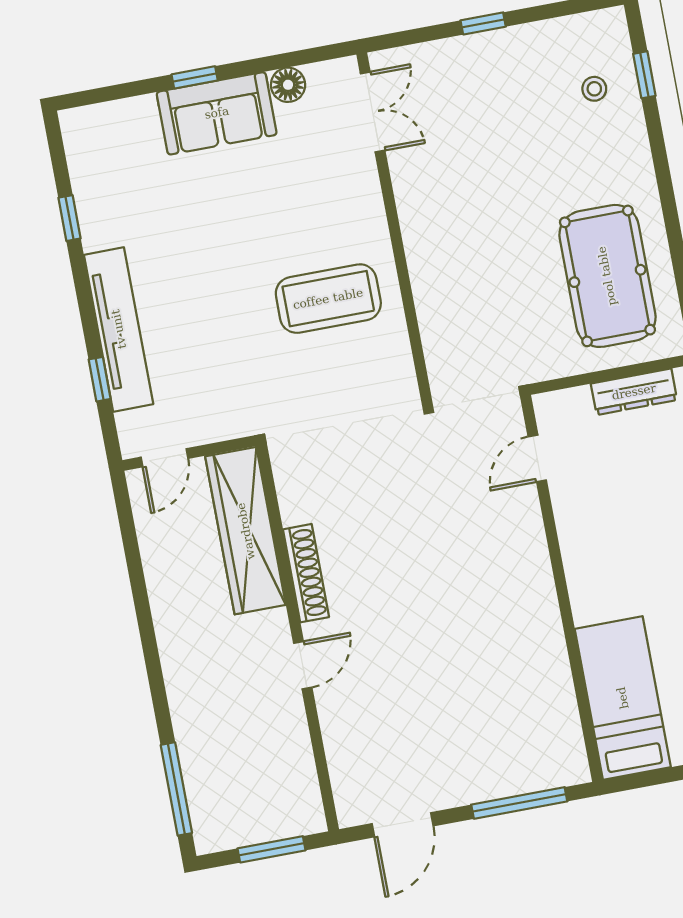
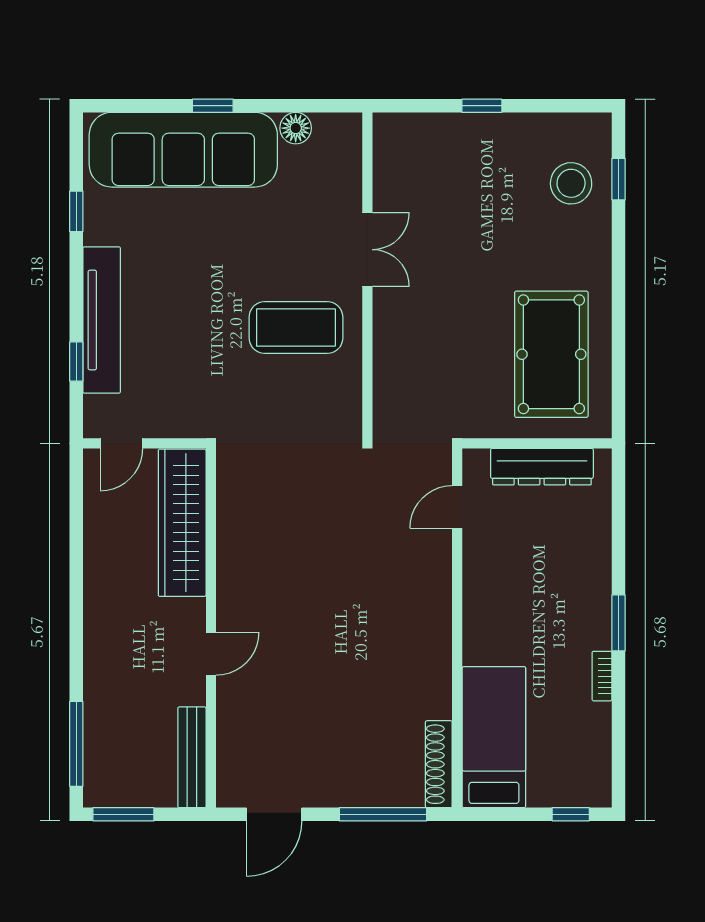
stool: (594, 89) -> (571, 183), width x1.89, depth x1.89
double door: (373, 112) -> (367, 250), moved
sofa: (217, 113) -> (183, 150), width x1.85, depth x1.27
dresser: (634, 392) -> (542, 467), width x1.37, depth x1.24
shoe rack: (306, 573) -> (439, 764), moved, turned 180
bench: (303, 780) -> (192, 757), added
window: (272, 849) -> (123, 814), moved

